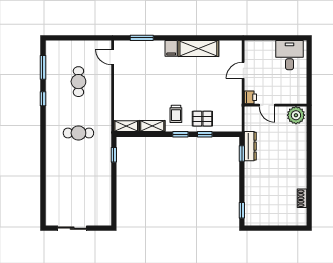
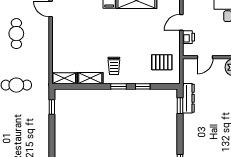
printer: (250, 97) -> (188, 37), moved
door: (267, 105) -> (205, 57), hinge flipped
pallet: (202, 119) -> (162, 62), moved

